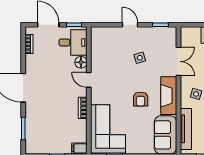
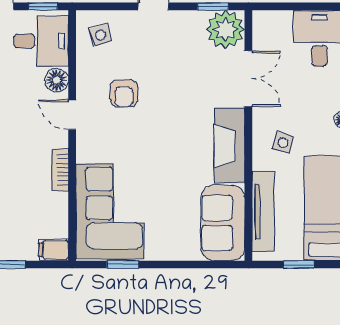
plant: (167, 36) -> (225, 29), added
side table: (140, 58) -> (101, 35), moved
armchair: (141, 99) -> (124, 93), moved

